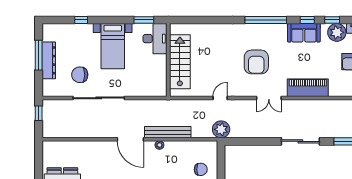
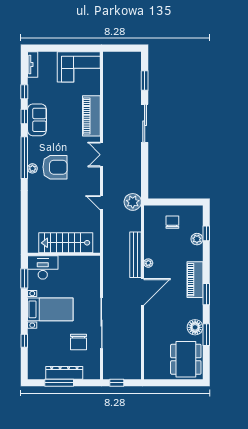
plant: (337, 32) -> (32, 168), moved, width x0.53, depth x0.53
armchair: (256, 62) -> (55, 167), moved
double door: (269, 98) -> (102, 155), swing flipped

